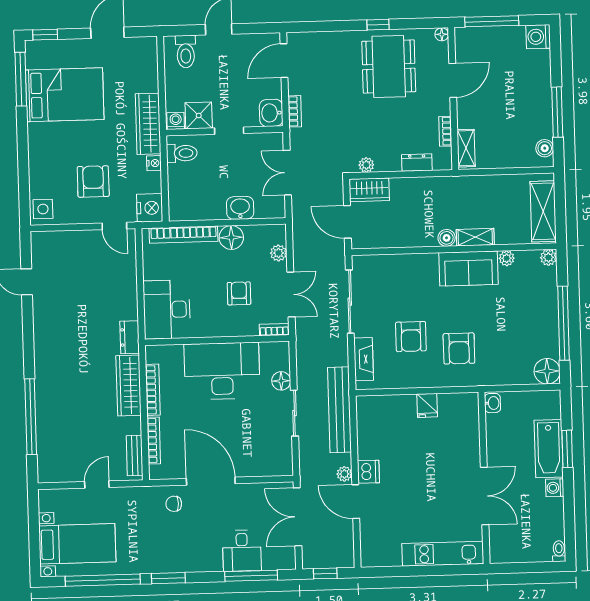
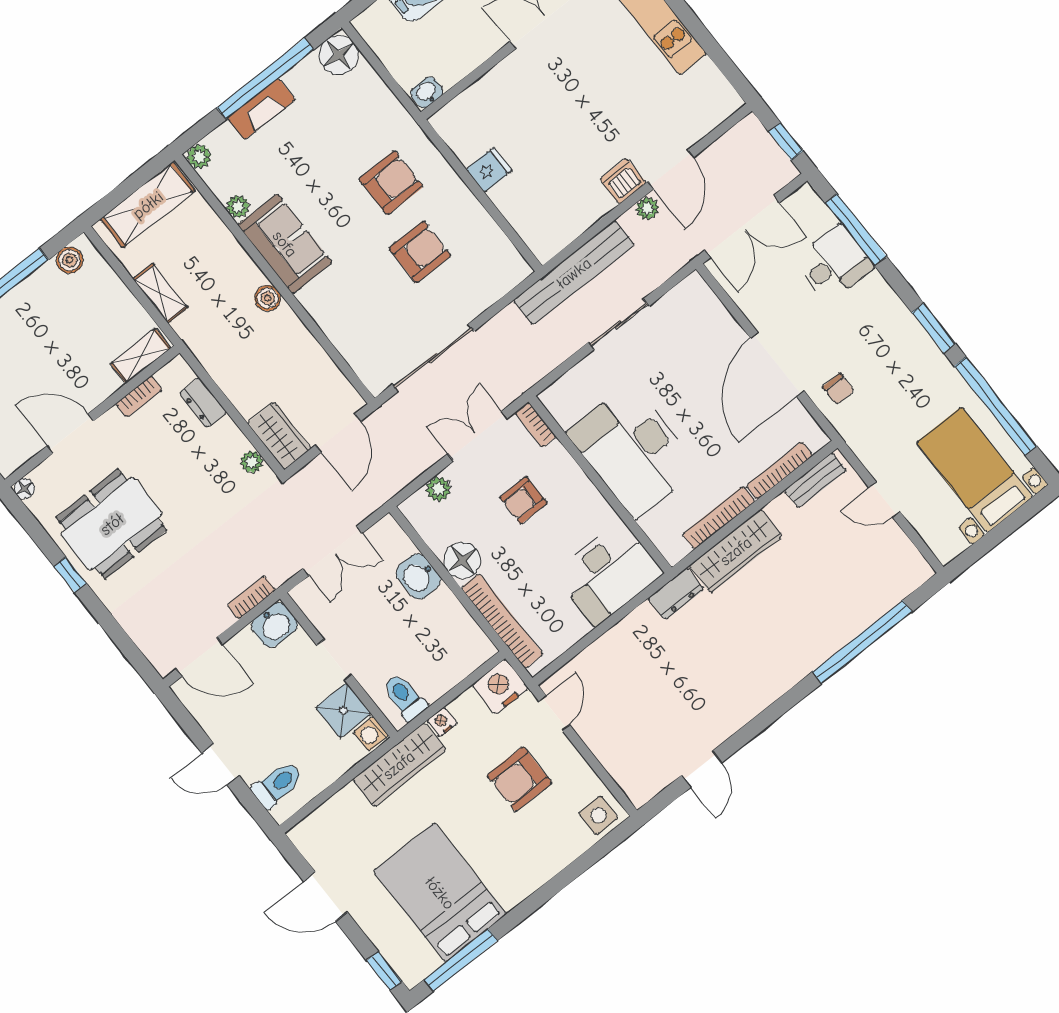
shelving: (475, 237) -> (160, 293), moved
fireplace: (364, 359) -> (261, 109), moved, turned 180
floor lamp: (281, 381) -> (591, 370), removed

